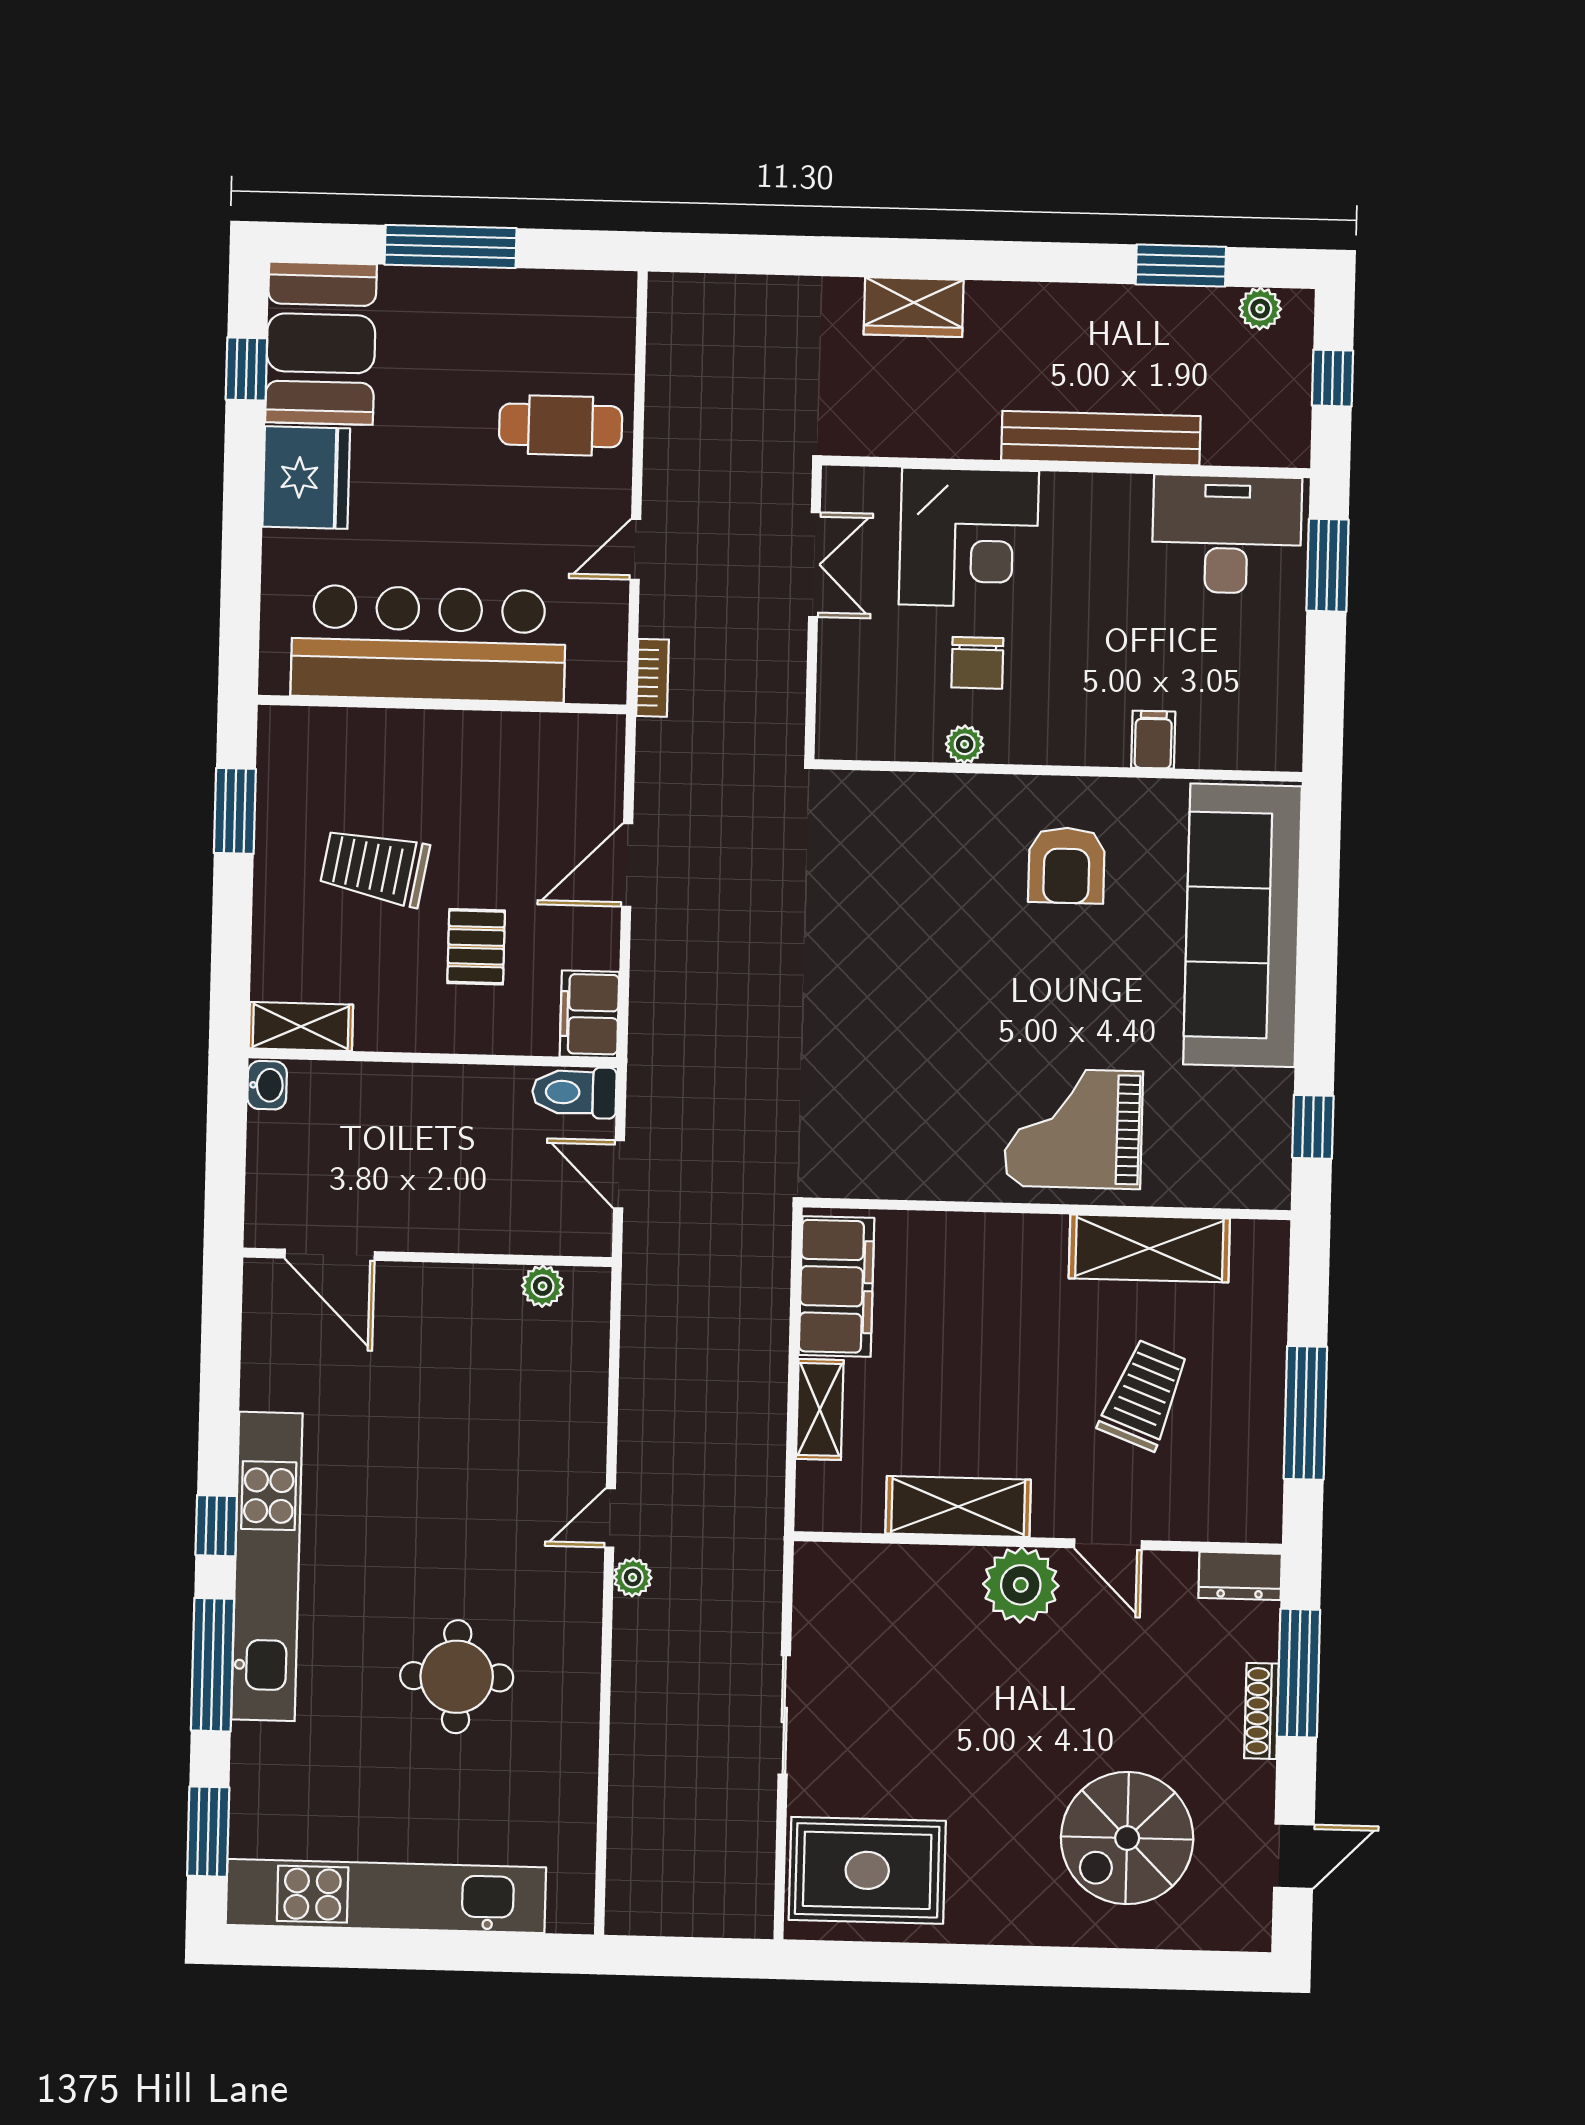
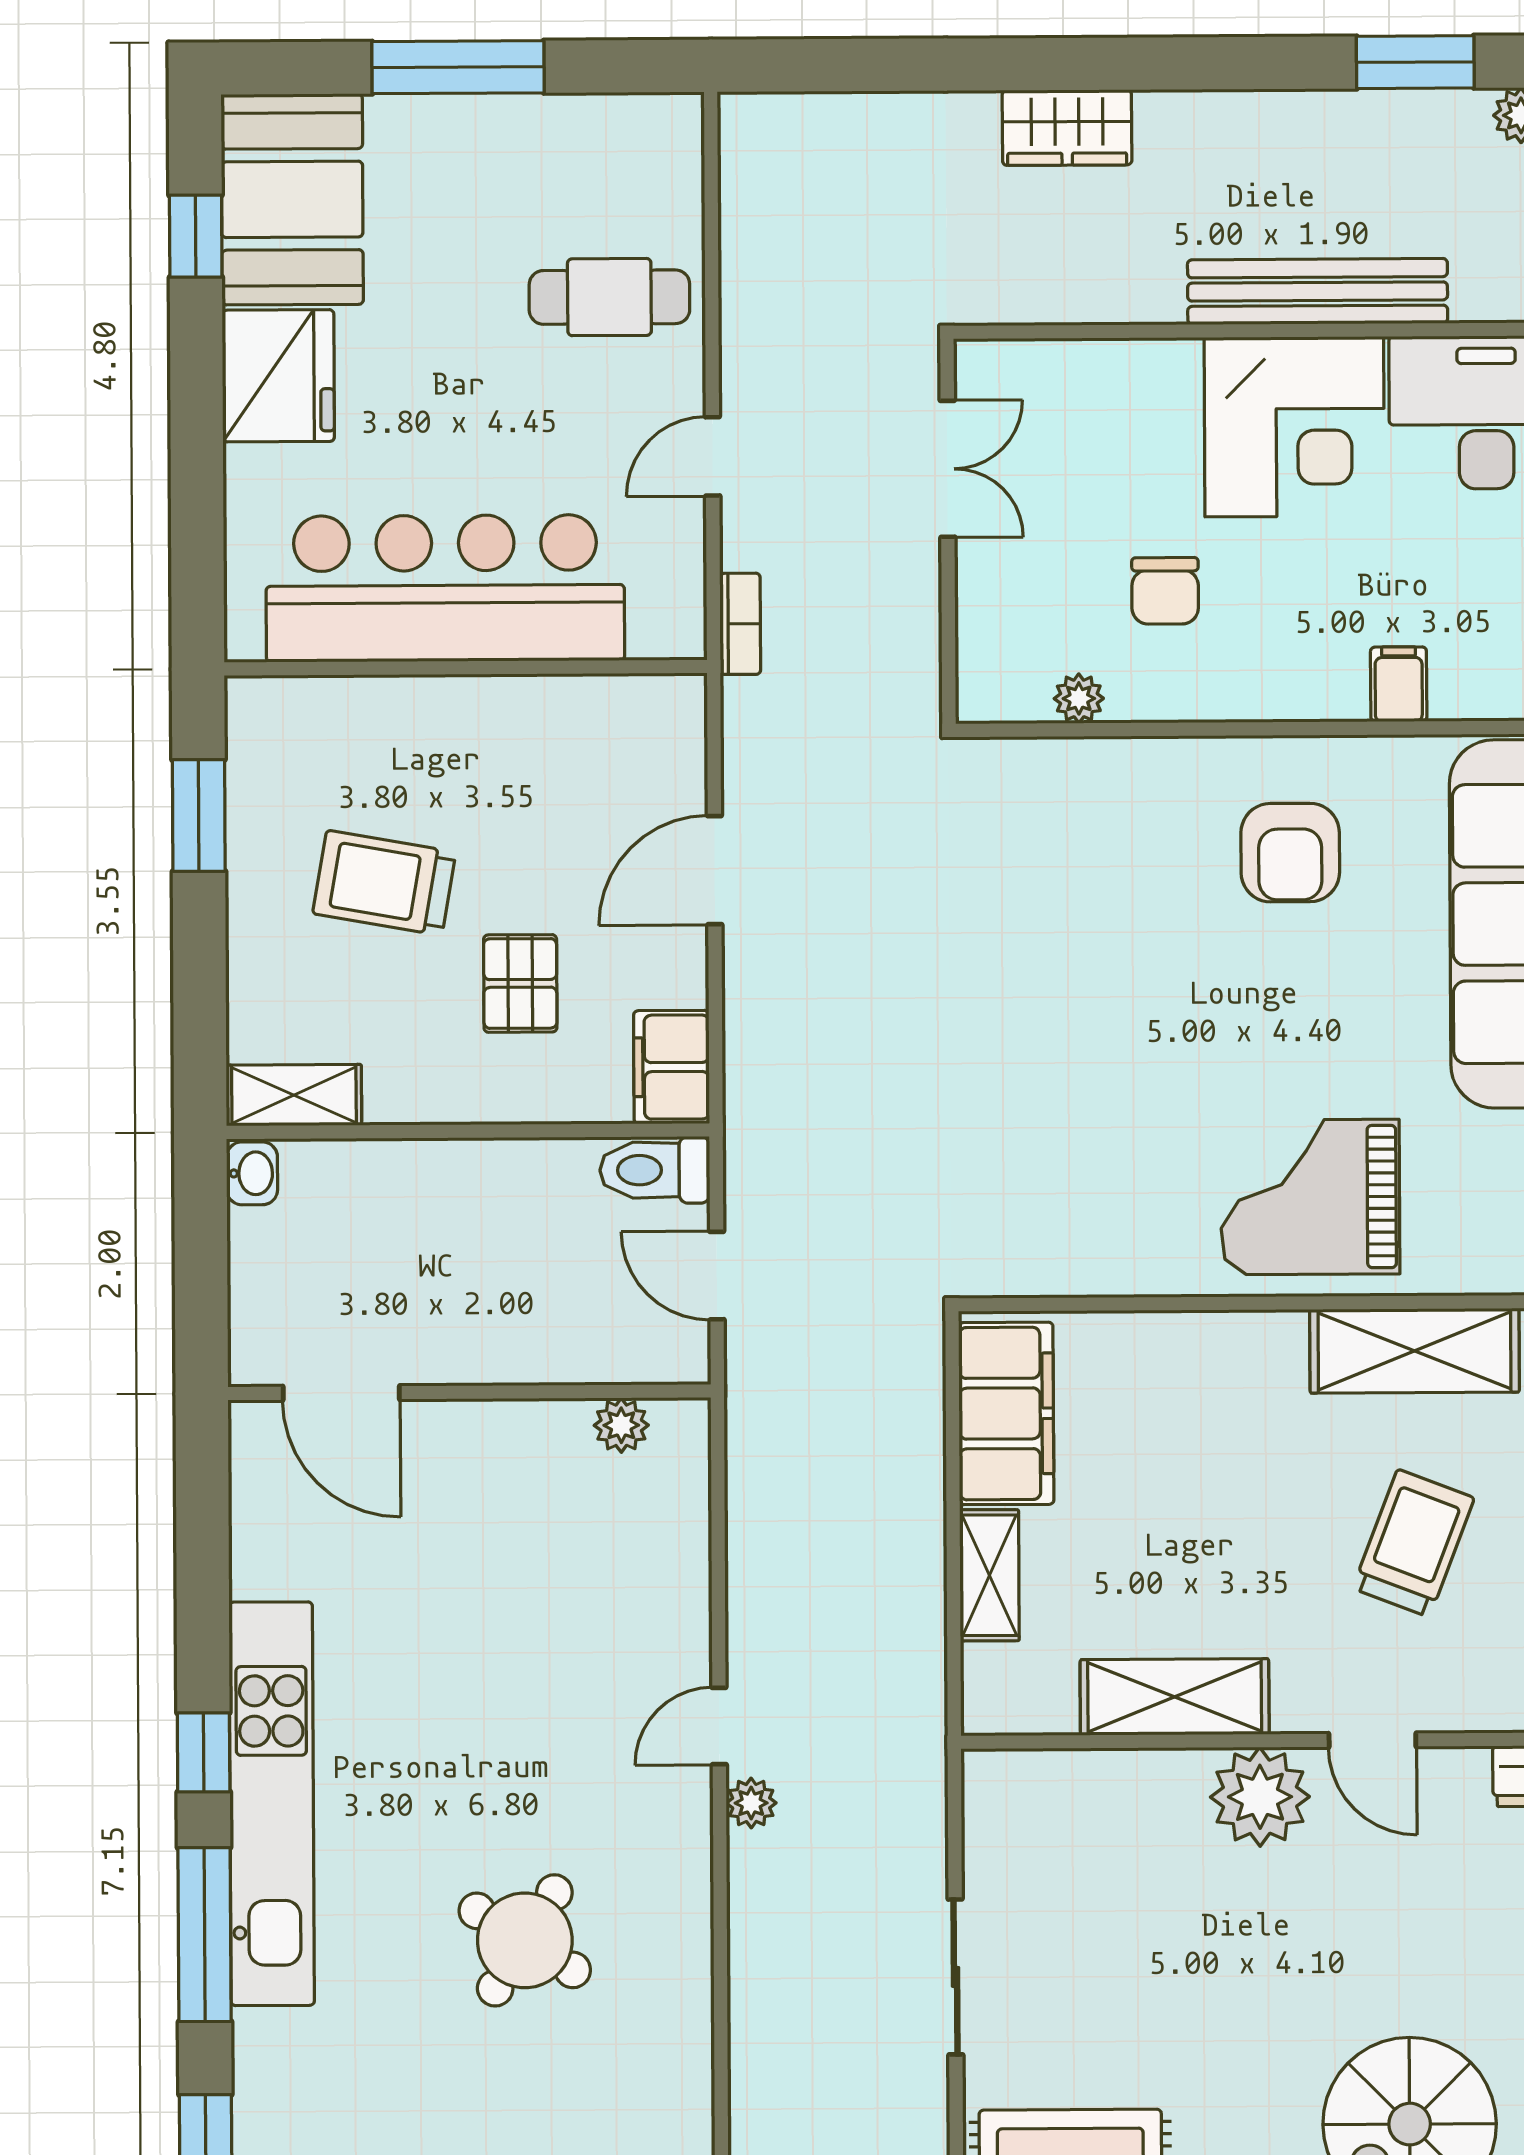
corner desk: (969, 538) -> (1294, 427), moved
plant: (965, 744) -> (1079, 698), moved
round table: (457, 1677) -> (525, 1940), turned 32

